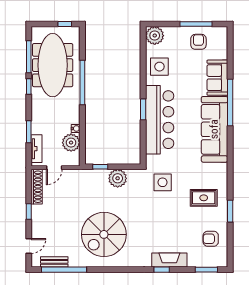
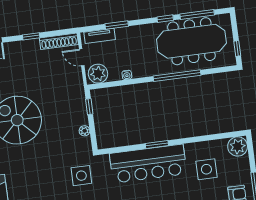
side table: (159, 67) -> (206, 169), moved
plant: (71, 143) -> (98, 74), moved
plant: (118, 178) -> (84, 131), width x0.53, depth x0.53

